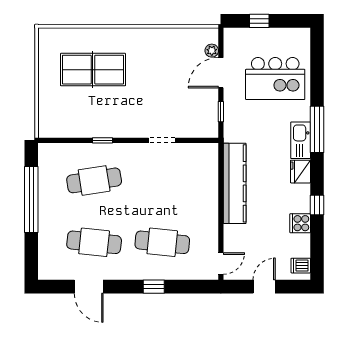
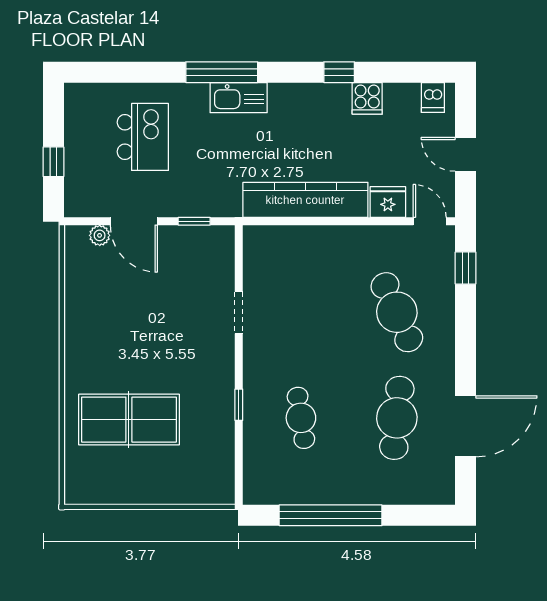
table tennis table: (93, 70) -> (129, 420), turned 90
kitchen island: (275, 78) -> (143, 137), width x0.73, depth x0.78
fridge: (300, 172) -> (388, 202), moved, turned 180
cafe table: (94, 180) -> (301, 418), width x0.73, depth x0.74
cafe table: (162, 242) -> (397, 312), turned -30
door: (89, 287) -> (466, 426), width x1.36
window: (154, 287) -> (466, 268), moved

